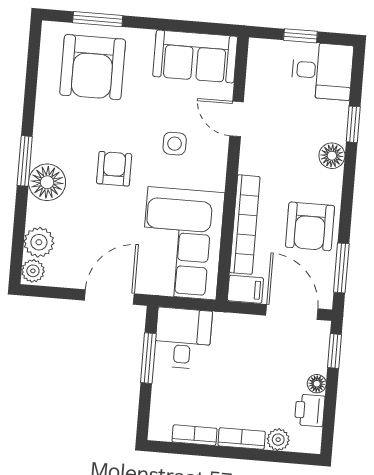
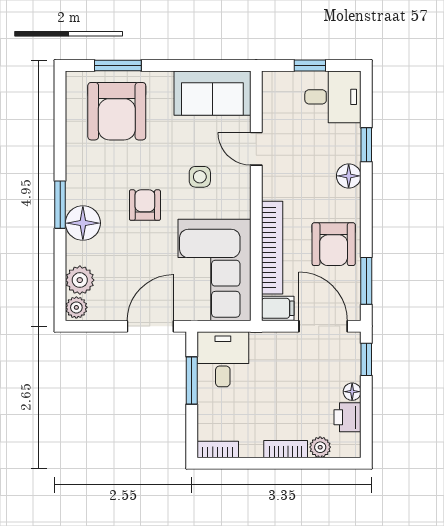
bookcase: (194, 435) -> (218, 449), moved

